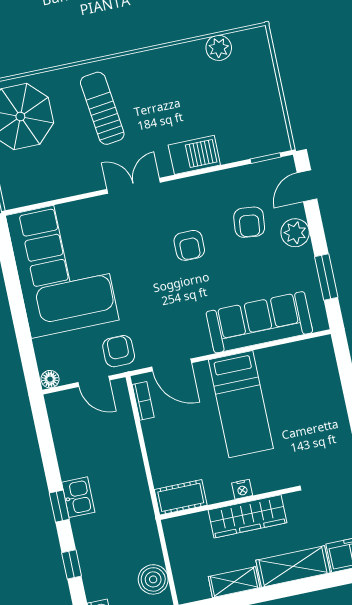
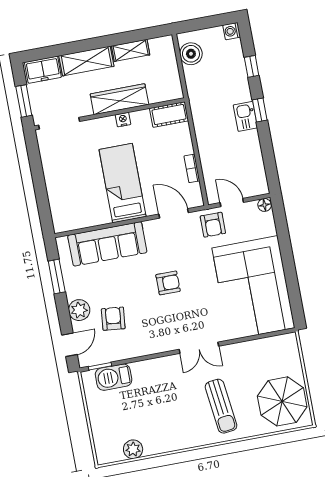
barbecue: (194, 155) -> (114, 377), moved
armchair: (189, 245) -> (168, 283), moved, turned 90
bookcase: (143, 401) -> (192, 168), moved

